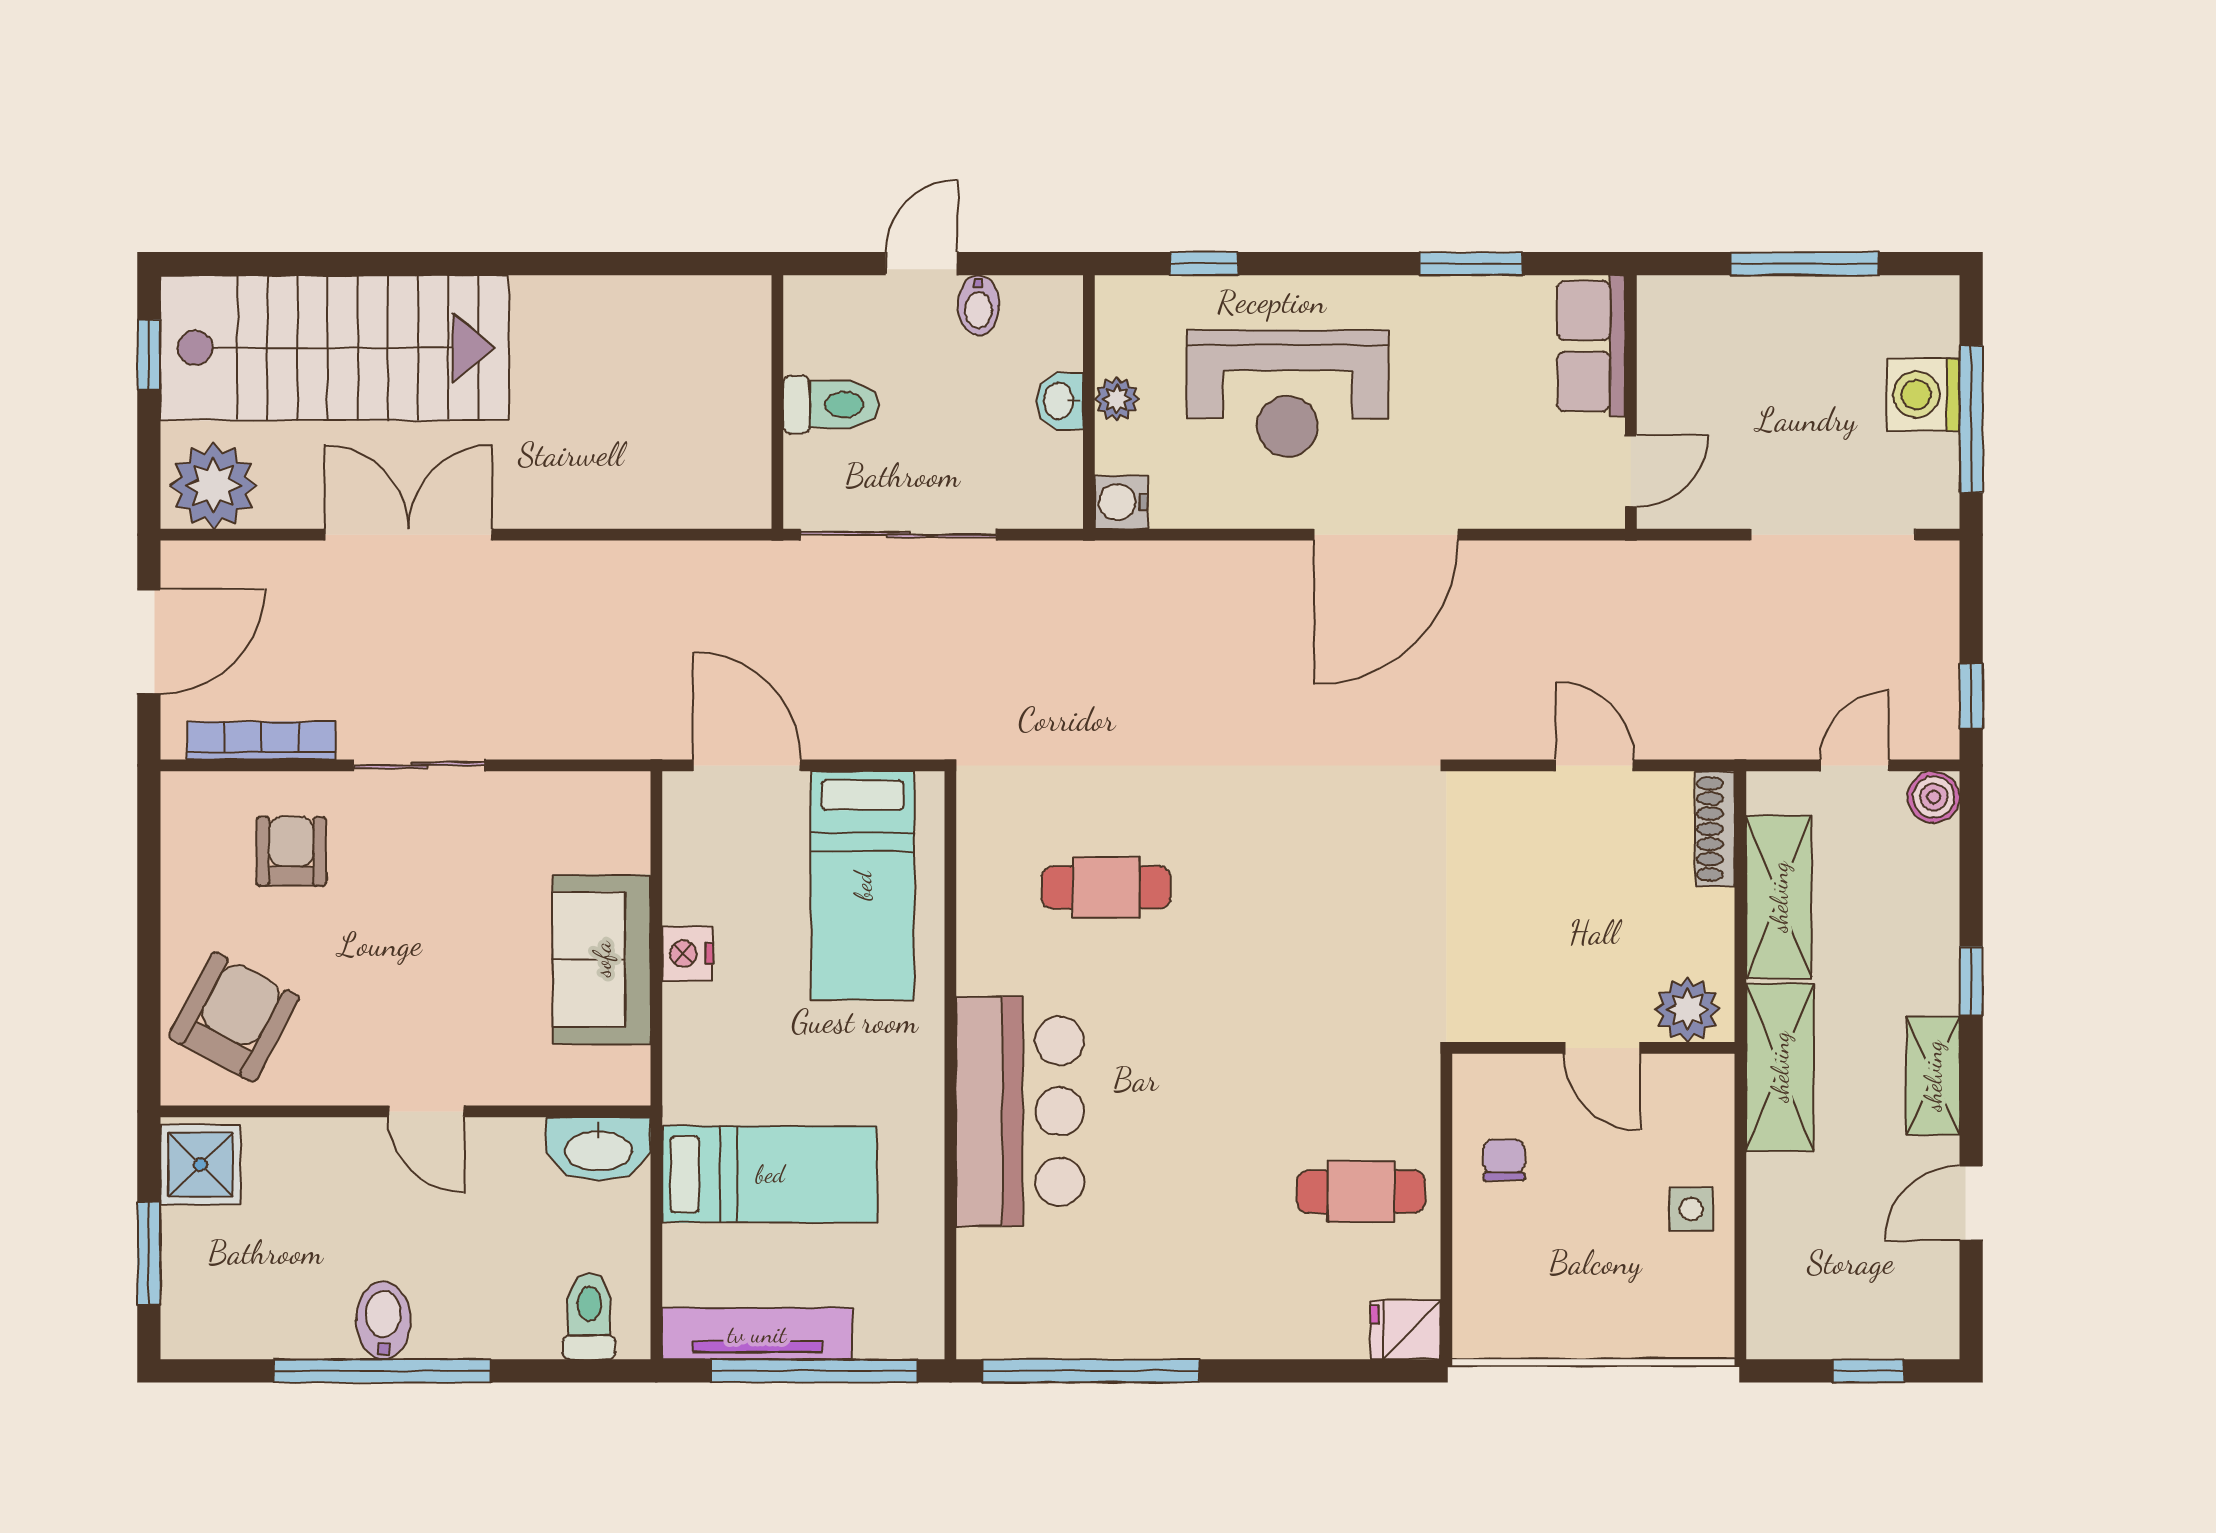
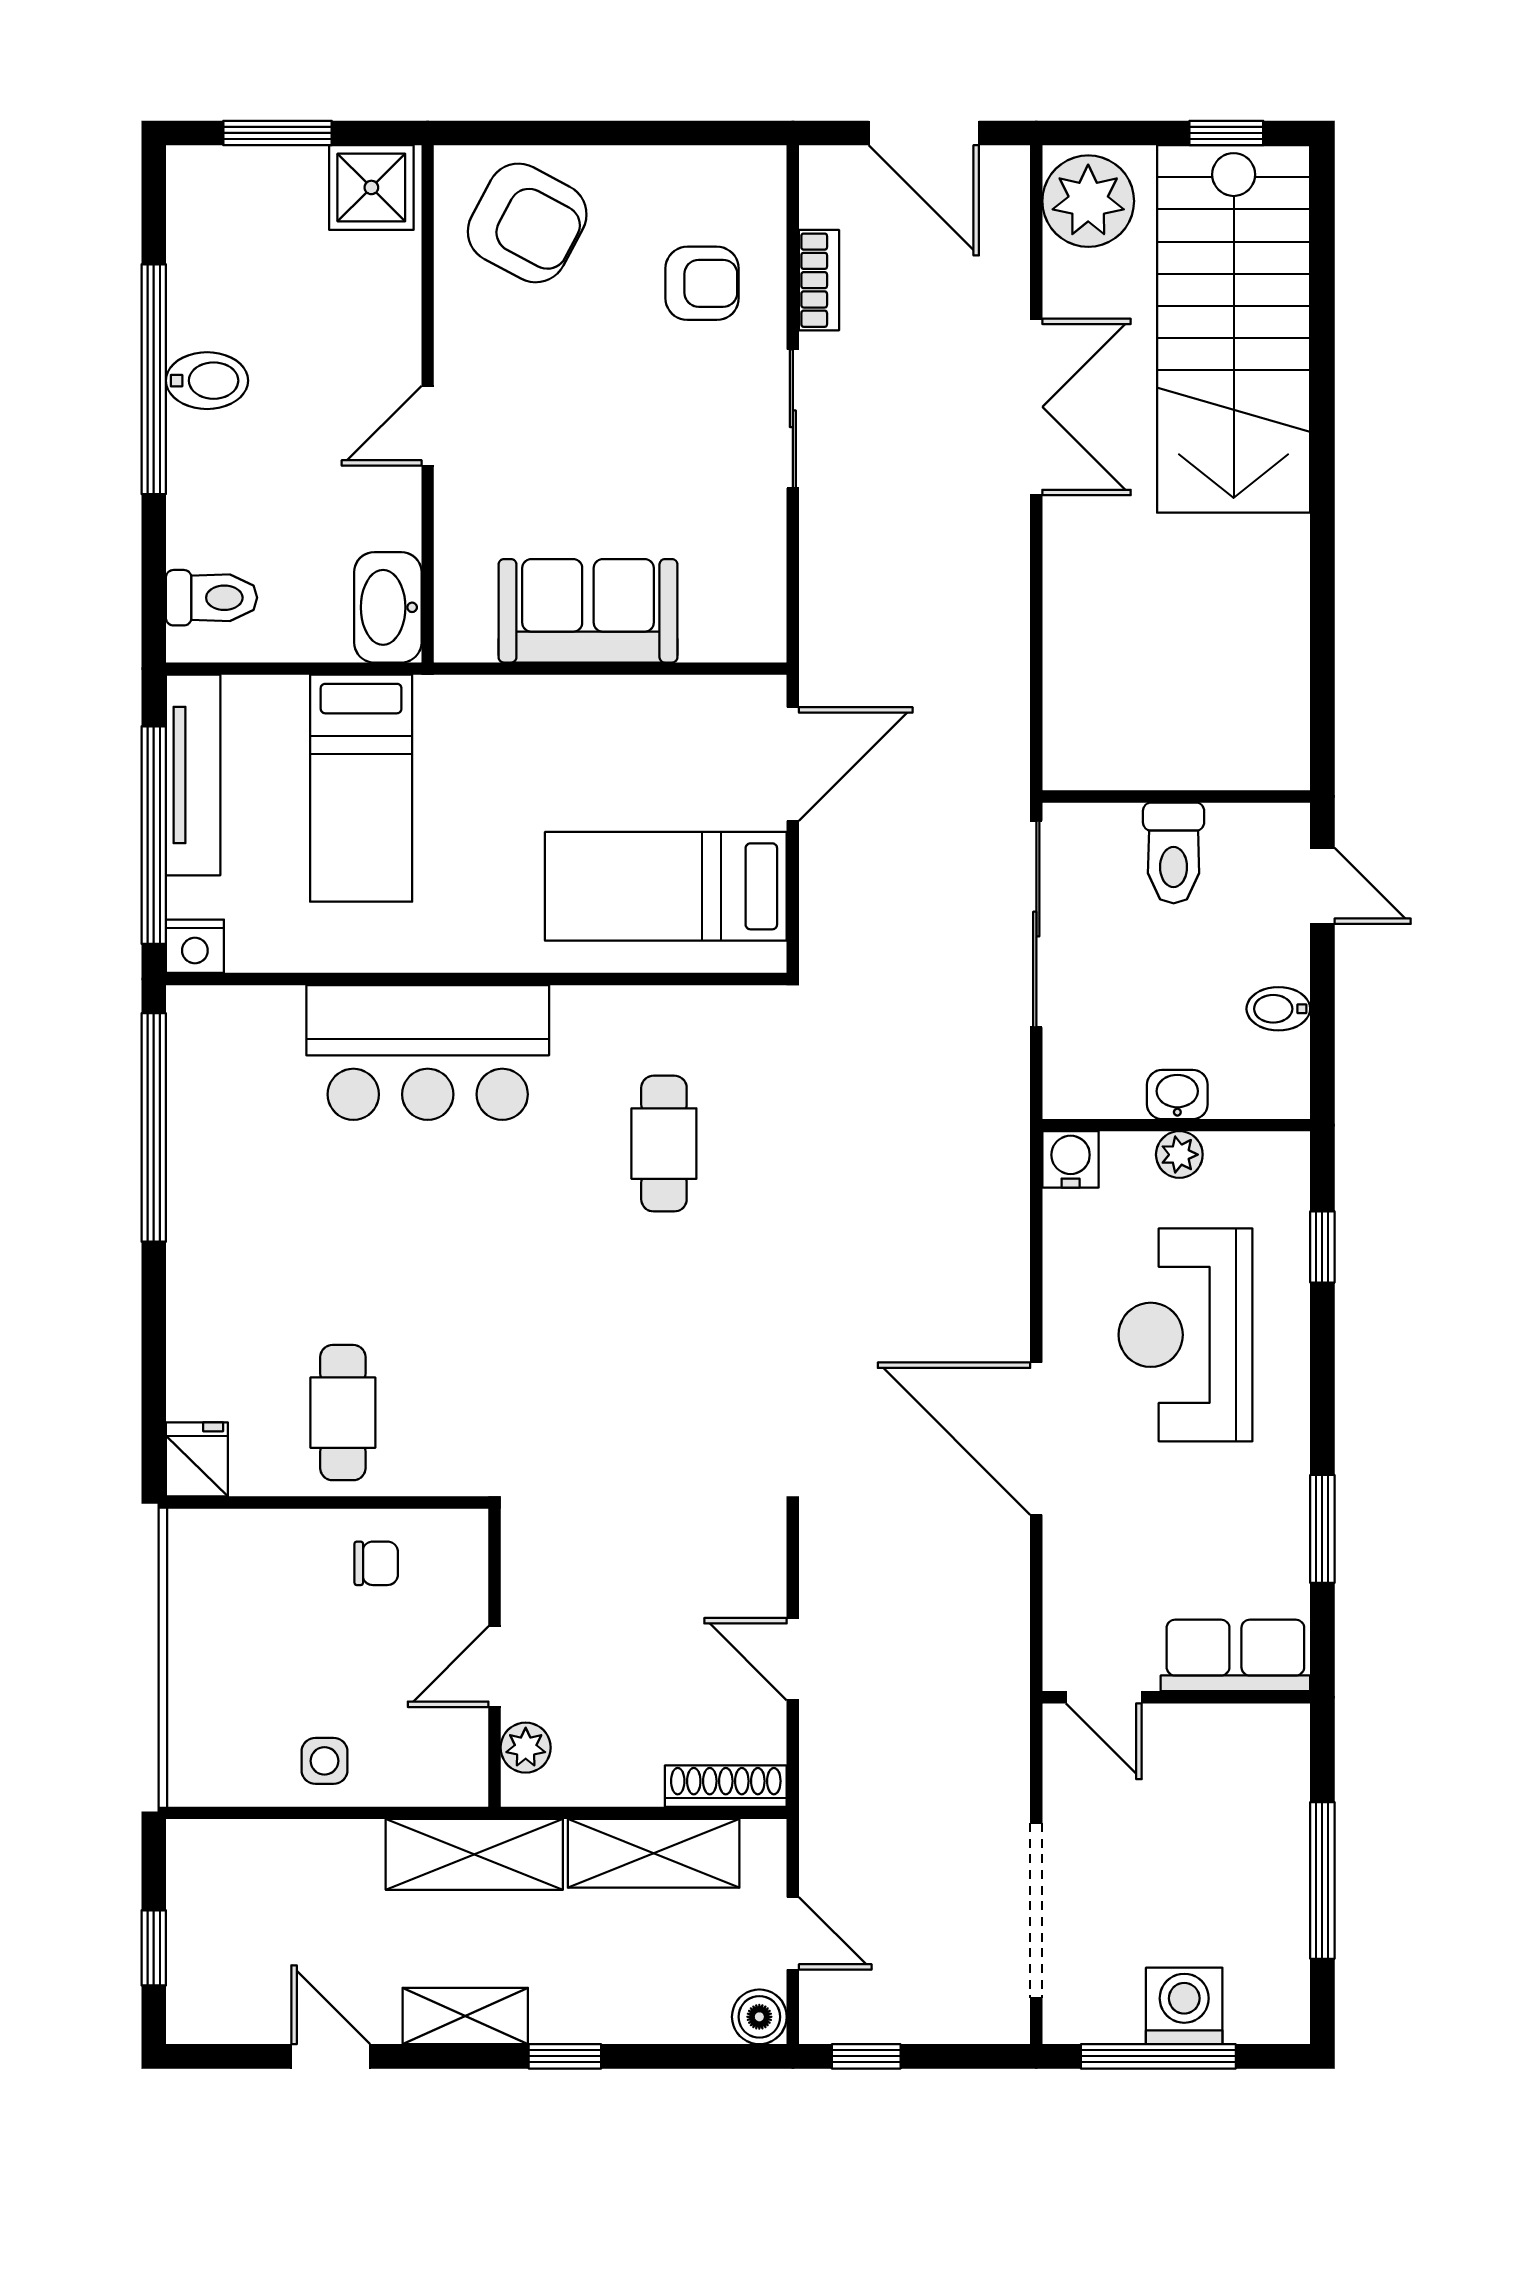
door: (922, 264) -> (1322, 886), moved
bookcase: (262, 741) -> (819, 280), width x0.64
door: (1595, 765) -> (793, 1659), swing flipped
nightstand: (687, 954) -> (195, 946), moved, turned 180
plant: (1687, 1010) -> (526, 1748), width x0.73, depth x0.73

